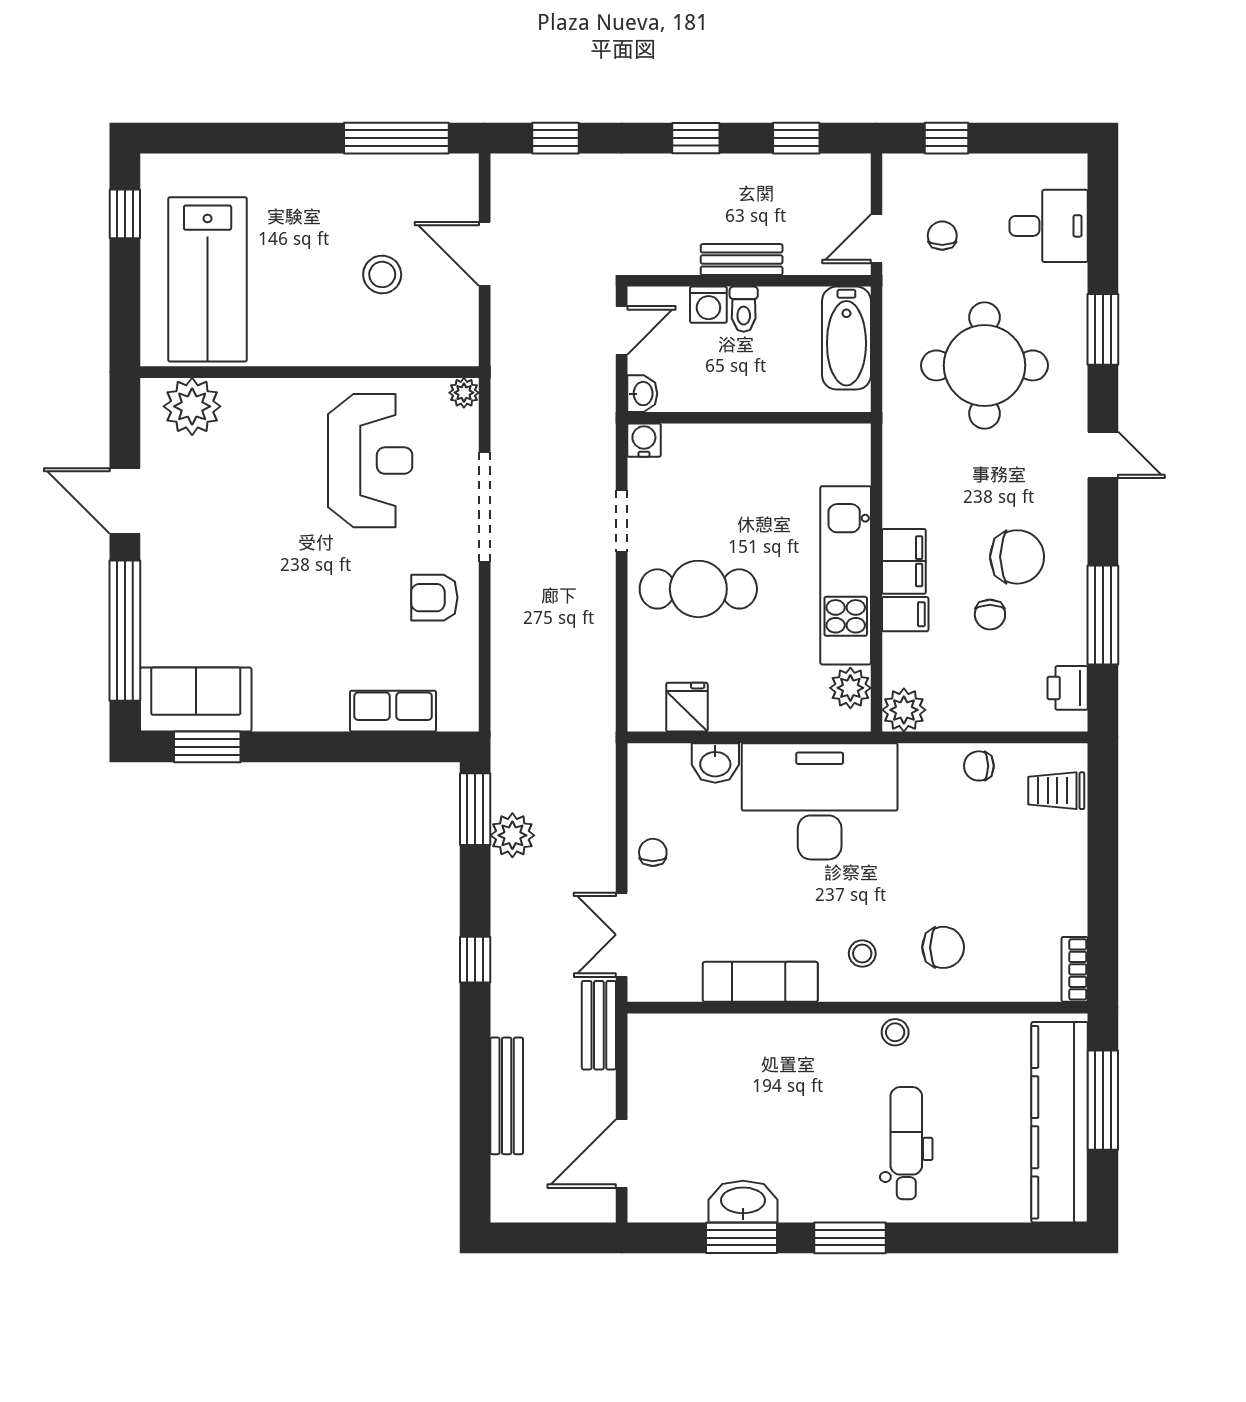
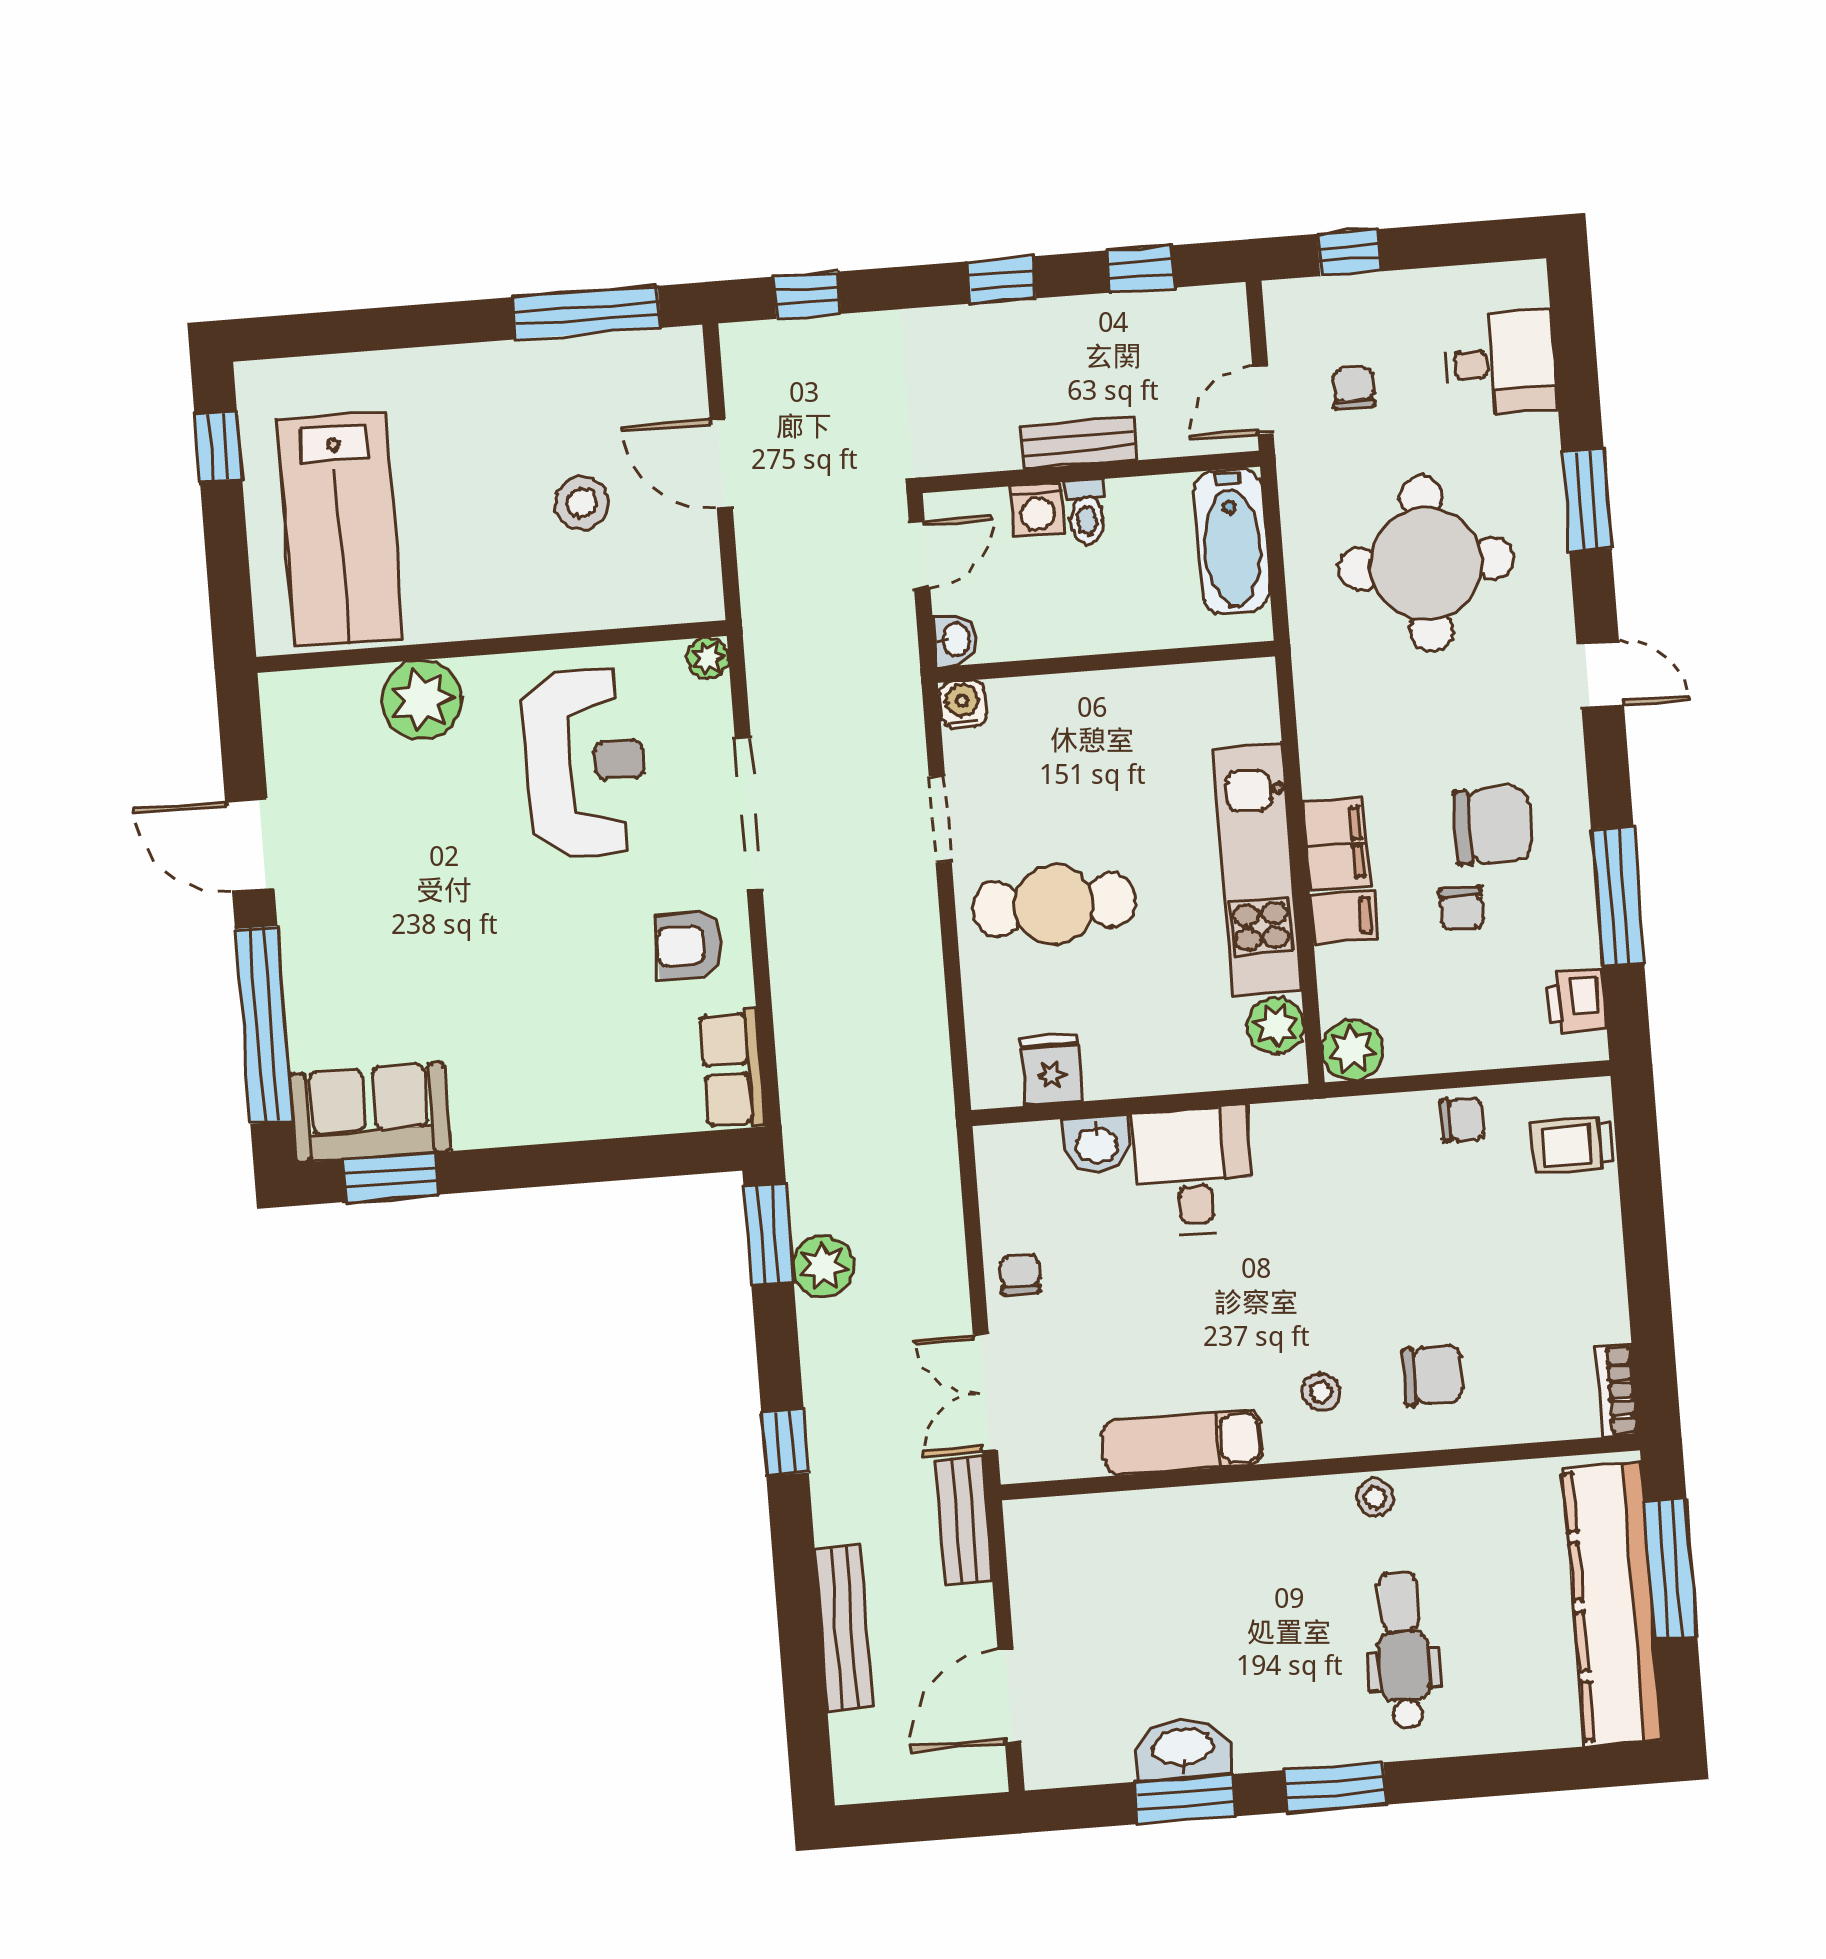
plant: (192, 406) -> (422, 700), moved
row of seats: (393, 711) -> (732, 1069), moved, turned -90
chair: (979, 766) -> (1462, 1119), turned 180
desk: (820, 801) -> (1194, 1171), width x0.53, depth x0.77

